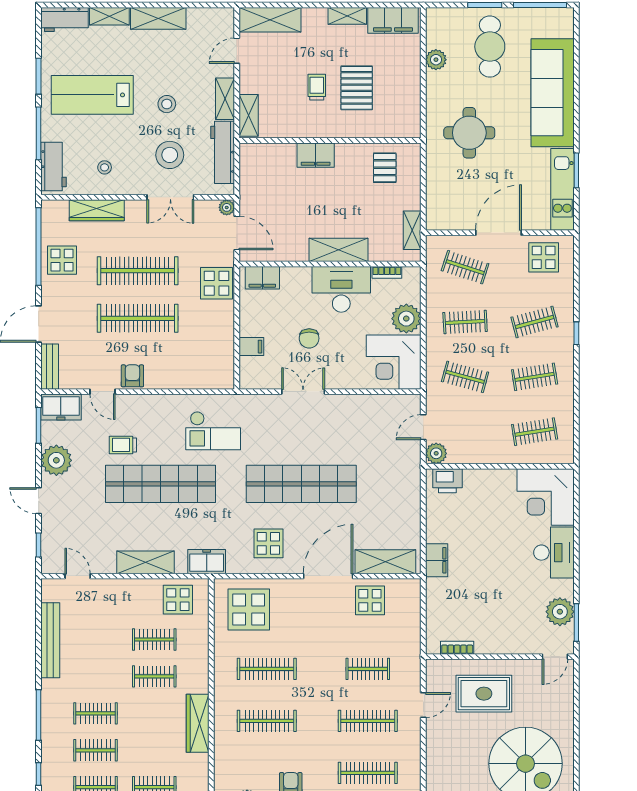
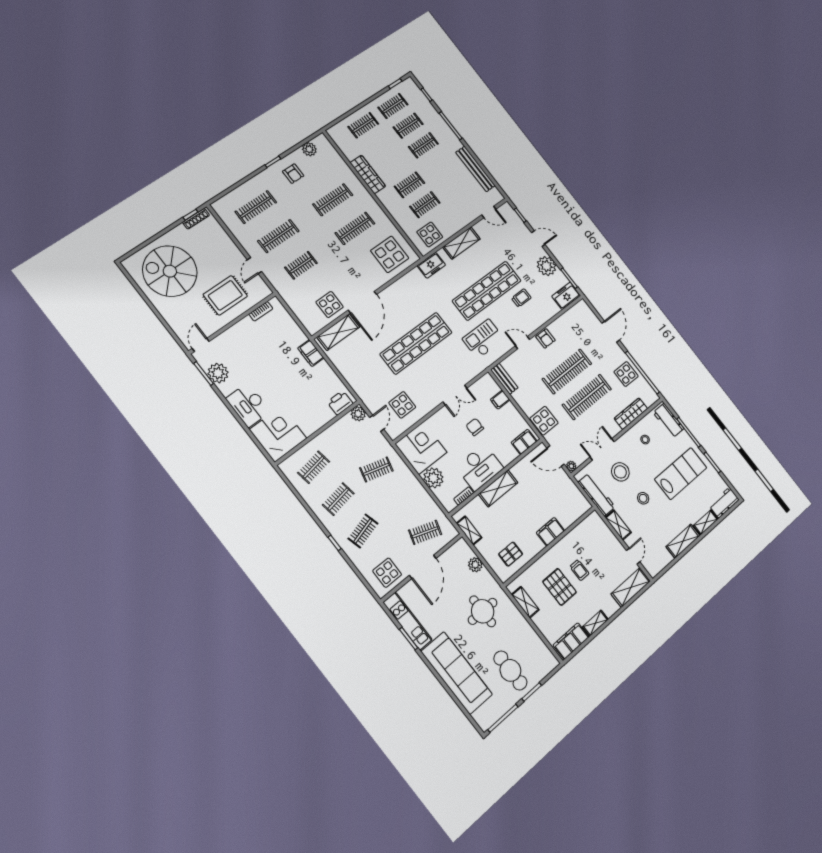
plant: (436, 60) -> (475, 565), moved
shelving: (249, 115) -> (525, 602), moved
pallet: (385, 168) -> (511, 554), turned 90
clothes rail: (465, 322) -> (401, 501), removed
bench: (50, 367) -> (504, 379), moved
door: (103, 392) -> (523, 343), moved
display table: (268, 543) -> (402, 405), moved

